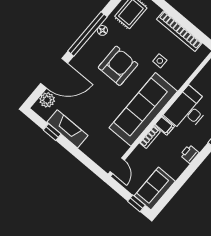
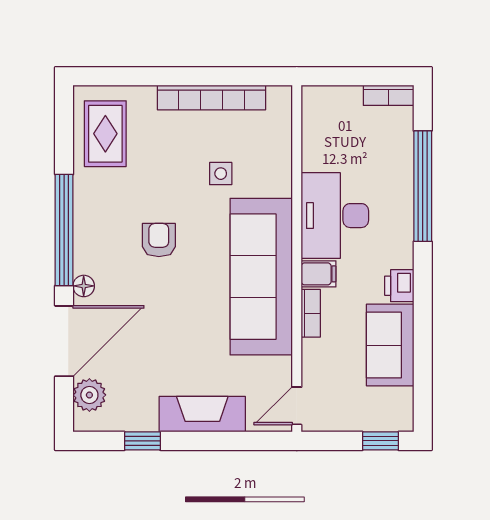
floor lamp: (102, 30) -> (84, 286), moved
armchair: (118, 66) -> (159, 240), width x0.53, depth x0.53
fireplace: (67, 129) -> (202, 414), moved
door: (117, 166) -> (297, 406), swing flipped
sofa: (155, 188) -> (390, 345), moved

